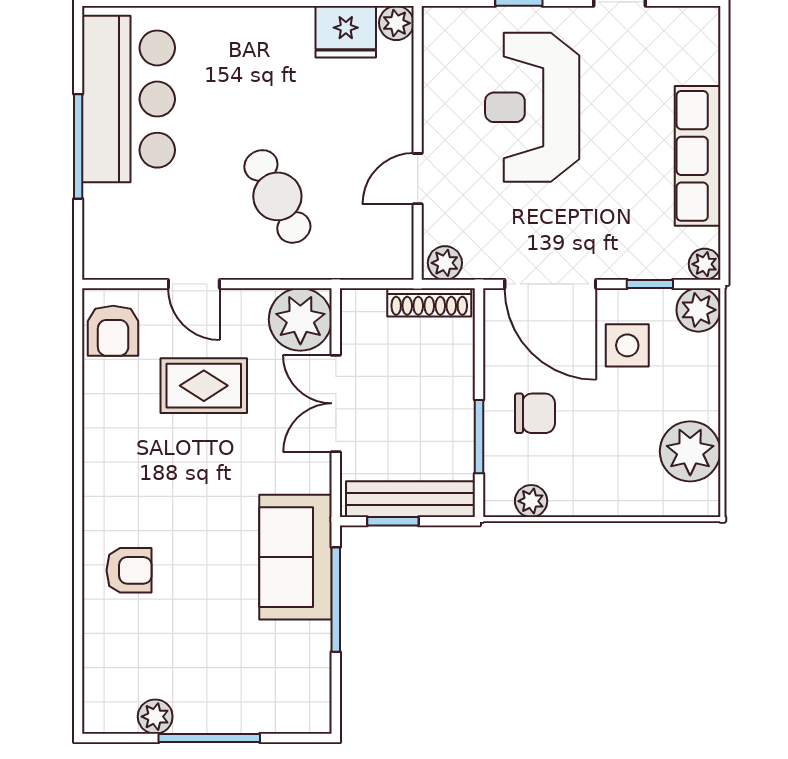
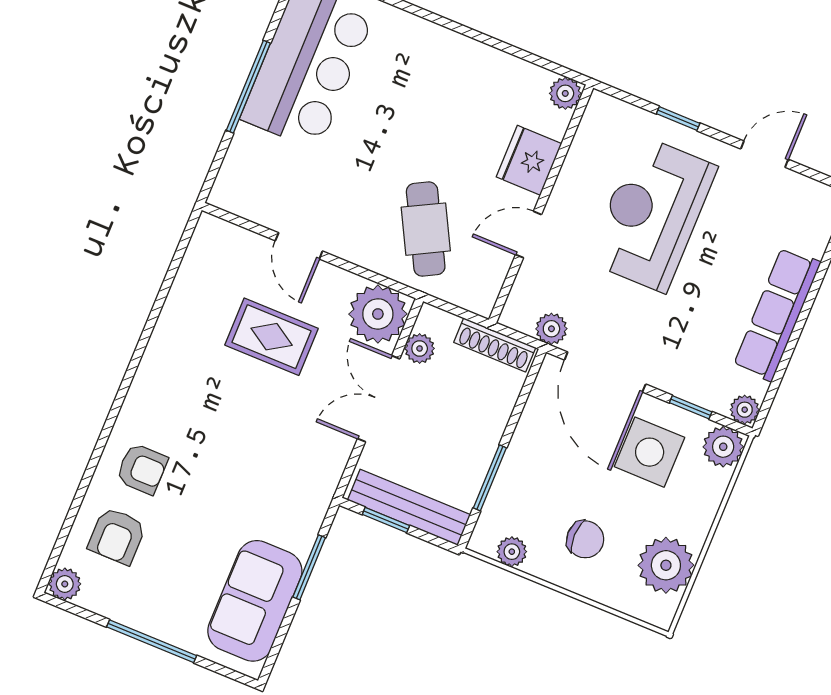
fridge: (346, 32) -> (529, 160), moved, turned 90
cafe table: (277, 196) -> (426, 229), moved
plant: (445, 263) -> (551, 329), moved
armchair: (113, 331) -> (117, 536), moved
plant: (356, 337) -> (420, 348), added
side table: (627, 345) -> (650, 452), width x1.37, depth x1.37
chair: (535, 413) -> (585, 539), moved
sofa: (296, 557) -> (255, 601), moved
window: (336, 600) -> (309, 567), width x0.69
plant: (155, 717) -> (65, 584), moved

